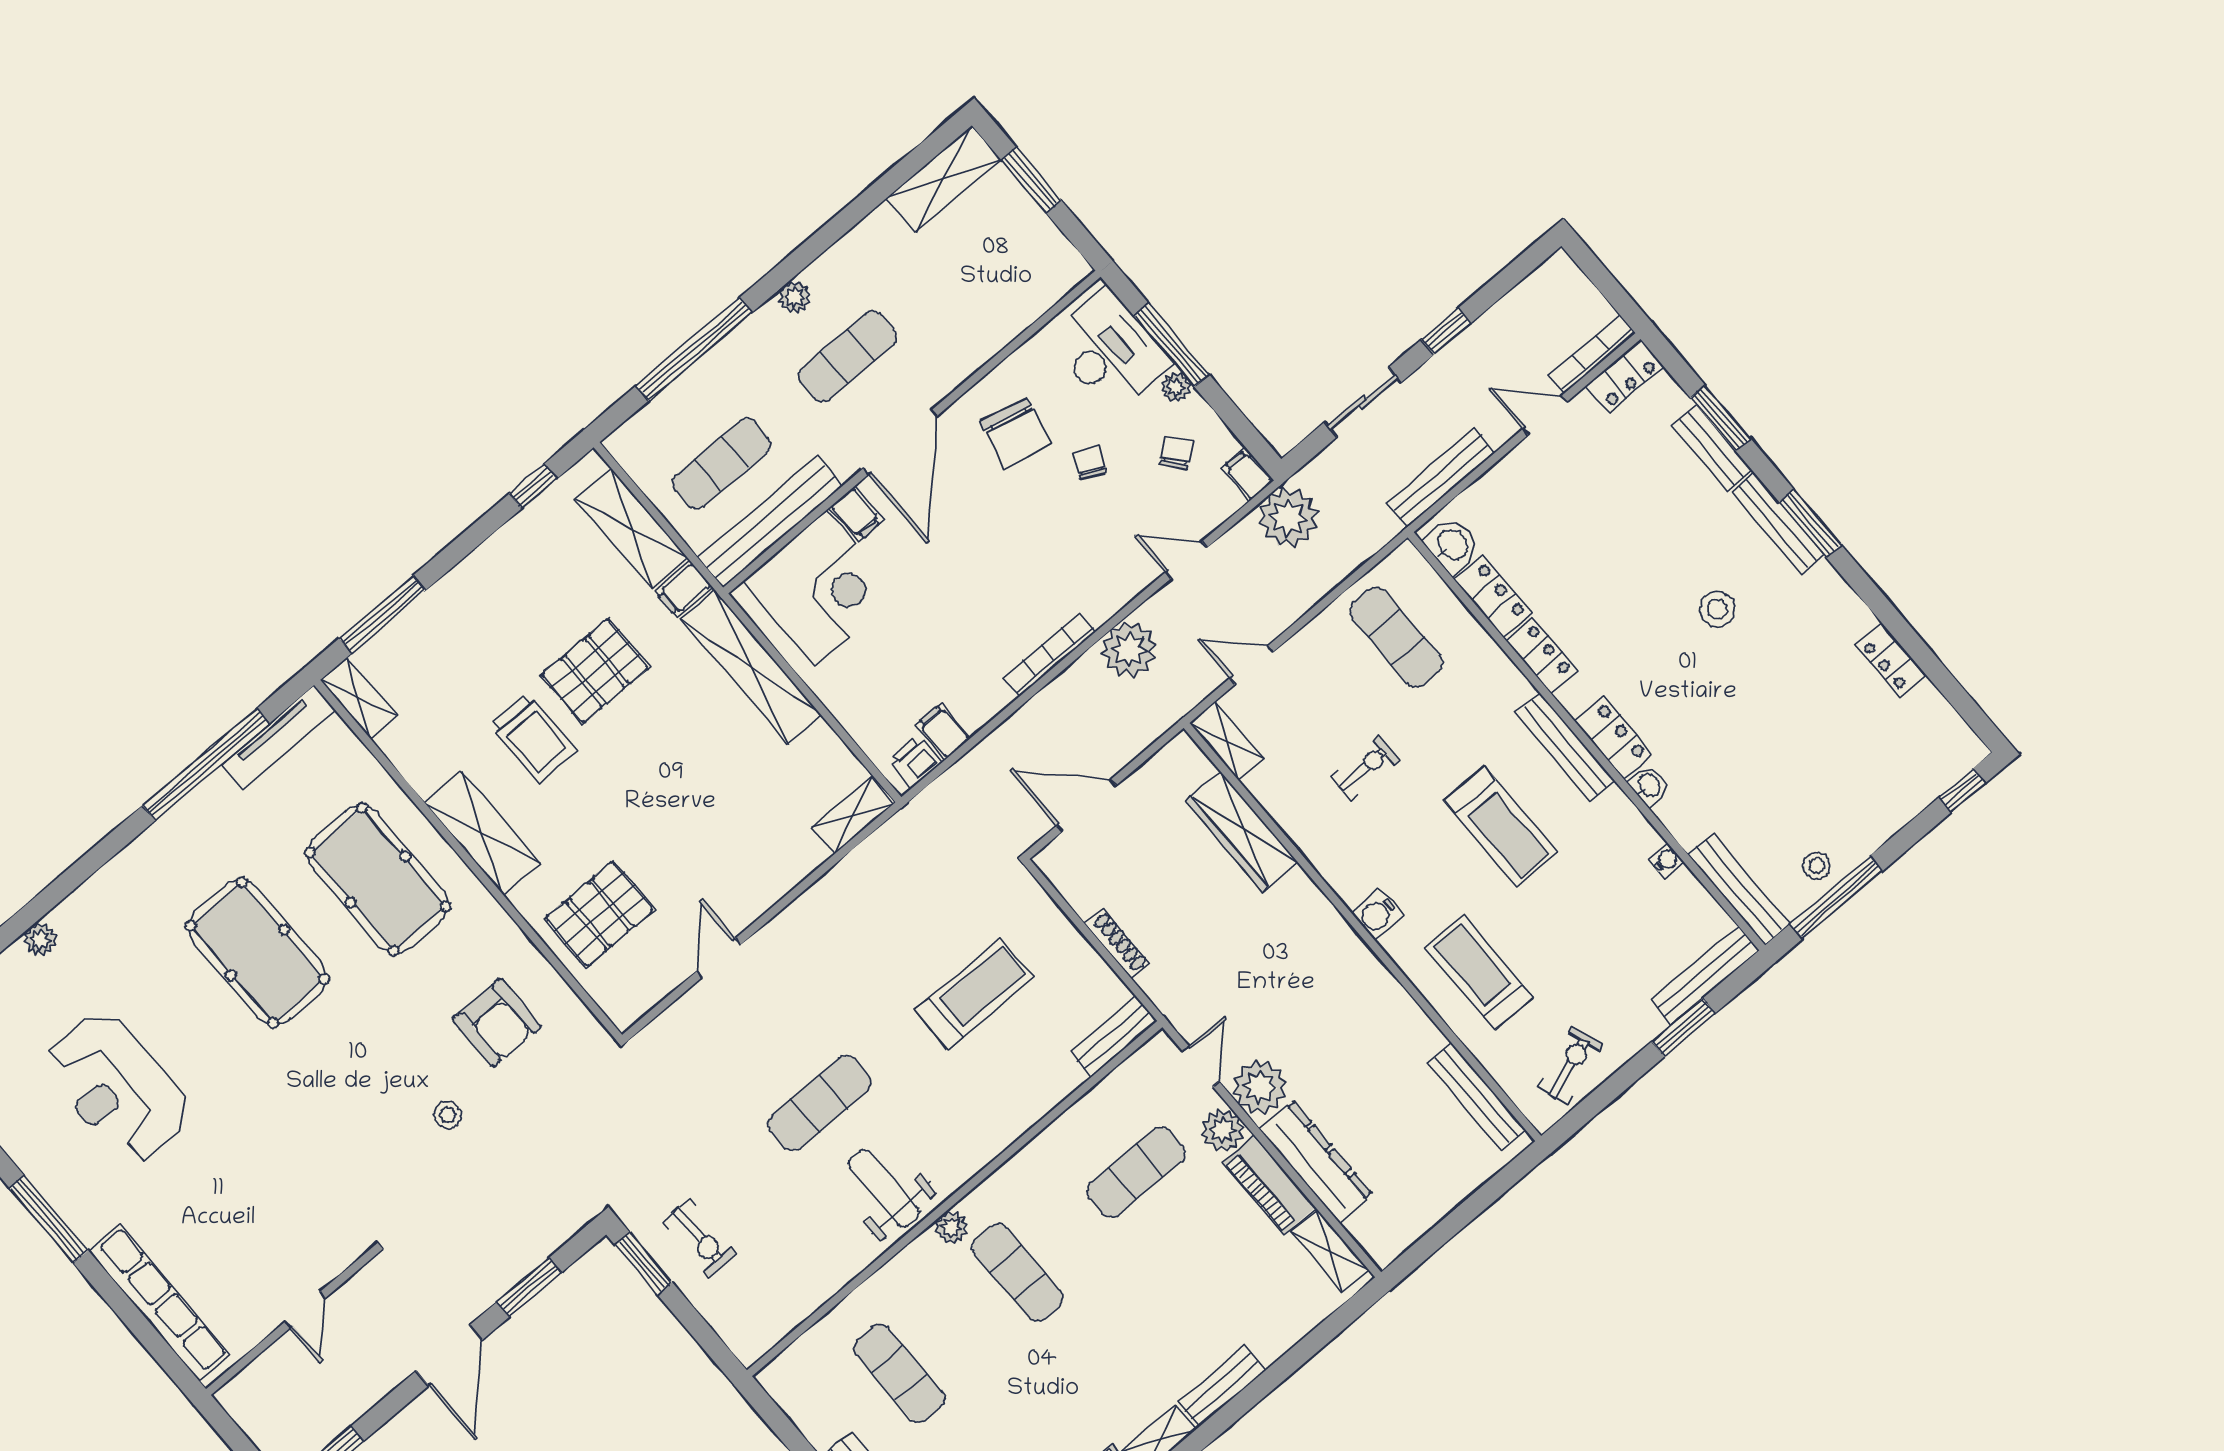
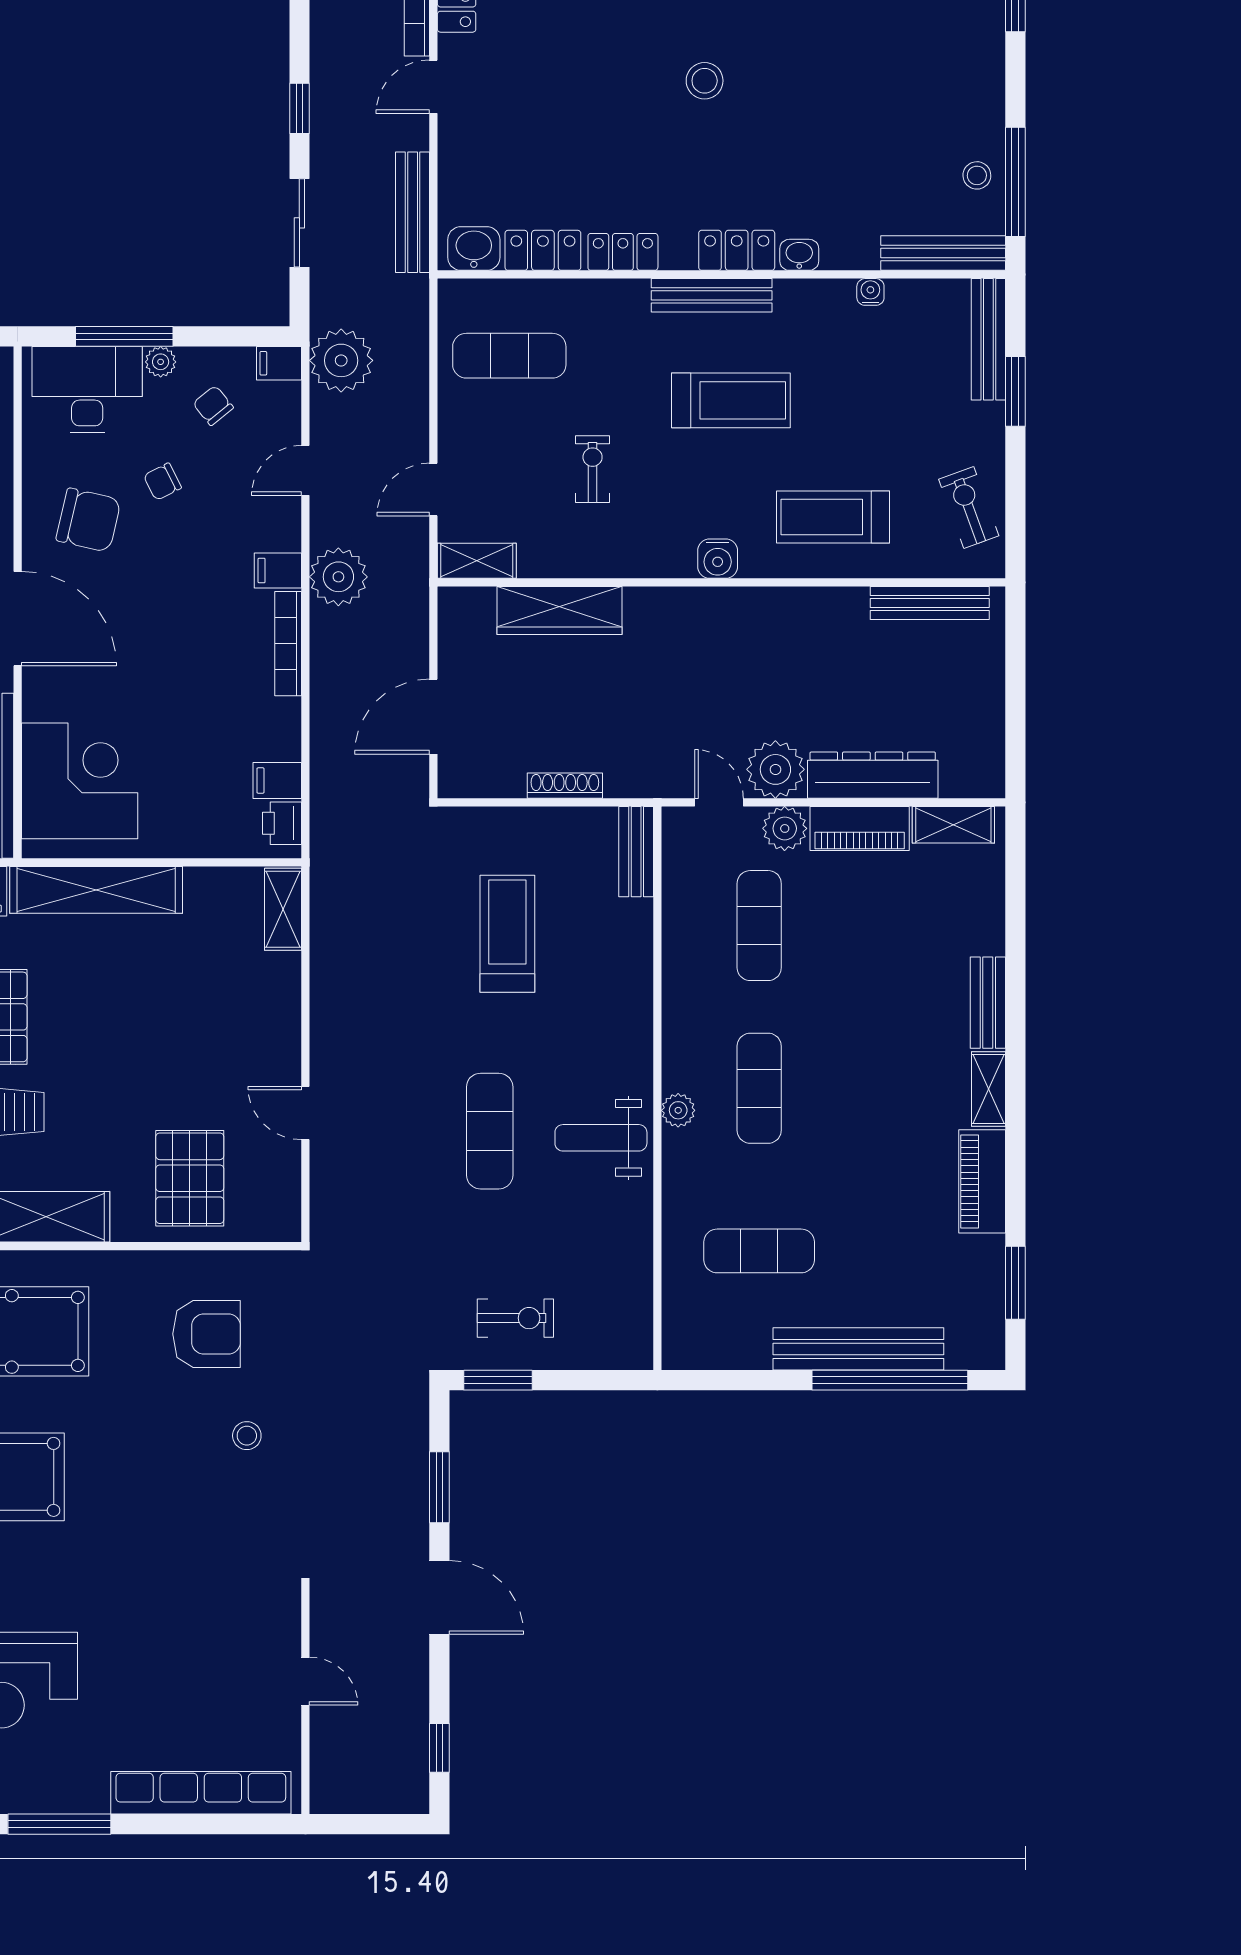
chair: (1090, 463) -> (162, 482), turned -53
filing cabinet: (856, 514) -> (278, 571), moved, turned 180
exercise mat: (1018, 1273) -> (759, 1088), turned 90

